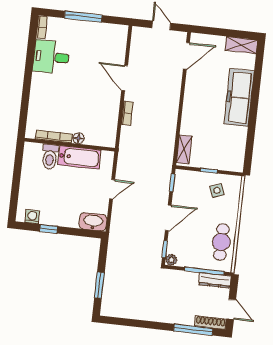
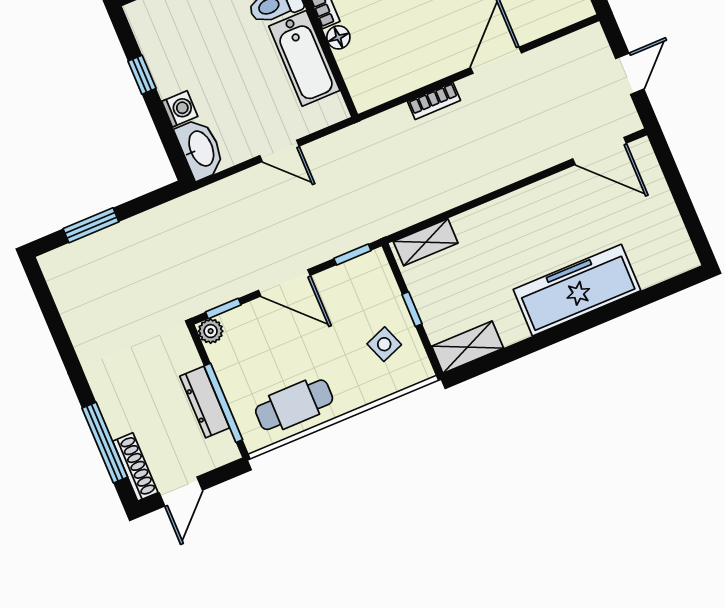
shelving: (241, 45) -> (468, 347), moved, turned 90
washing machine: (32, 217) -> (180, 109), moved
dresser: (215, 280) -> (205, 402), moved

